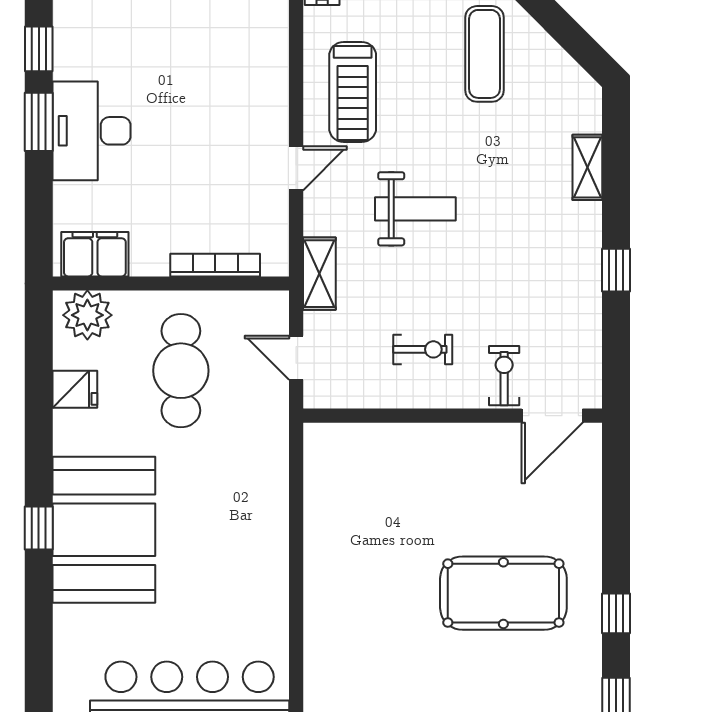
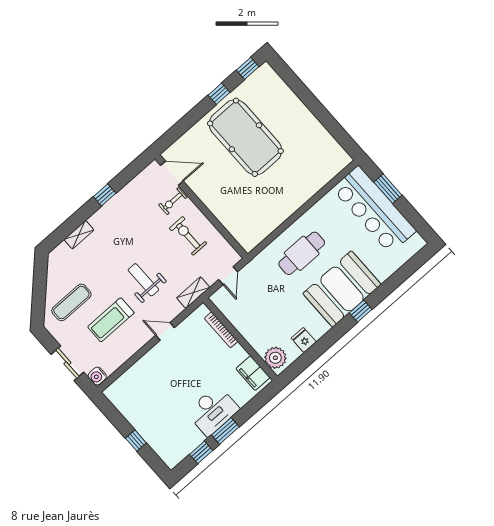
treadmill: (353, 92) -> (111, 320), moved, turned 180
exercise bike: (423, 349) -> (188, 236), width x1.38, depth x1.39
cafe table: (181, 371) -> (302, 253), moved
pool table: (503, 593) -> (245, 137), width x1.36, depth x1.32

